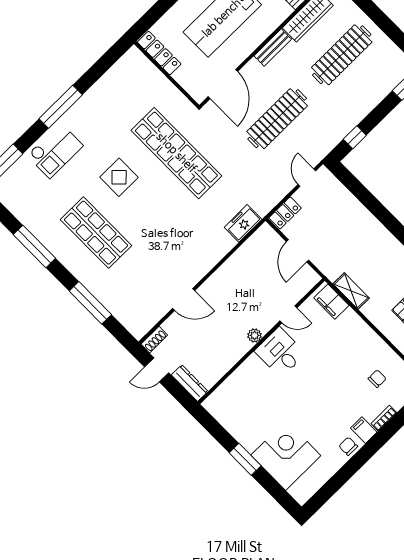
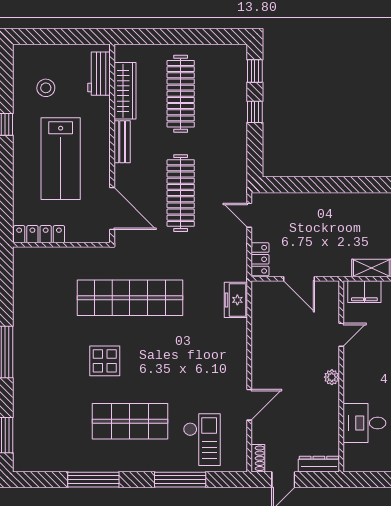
window: (355, 137) -> (255, 112), moved
checkout: (55, 151) -> (202, 440), moved
desk: (280, 352) -> (364, 423), moved

